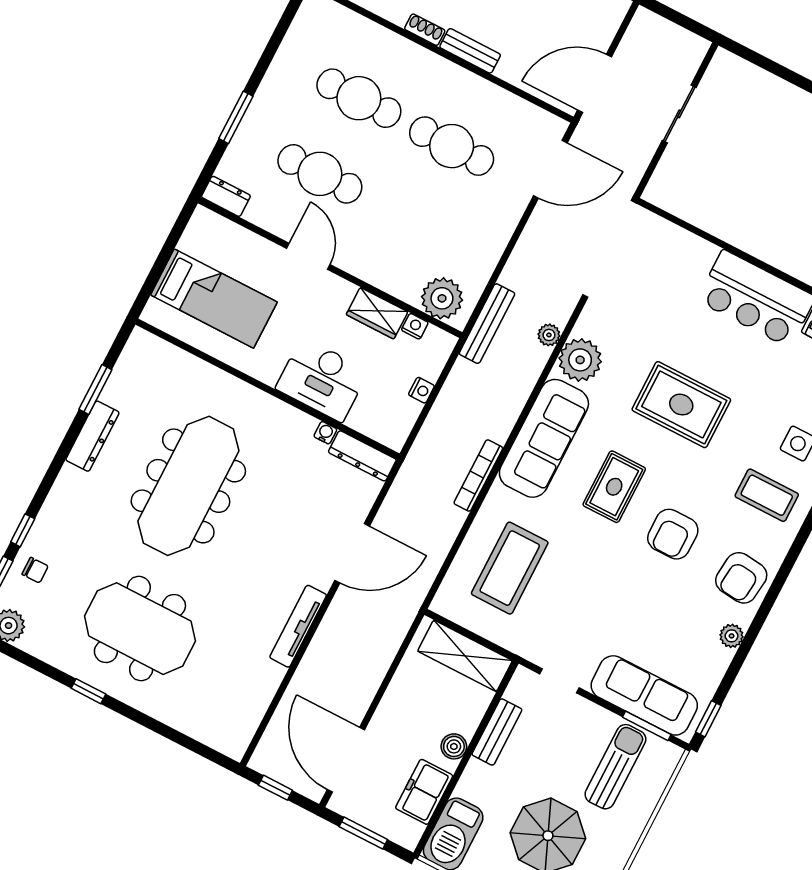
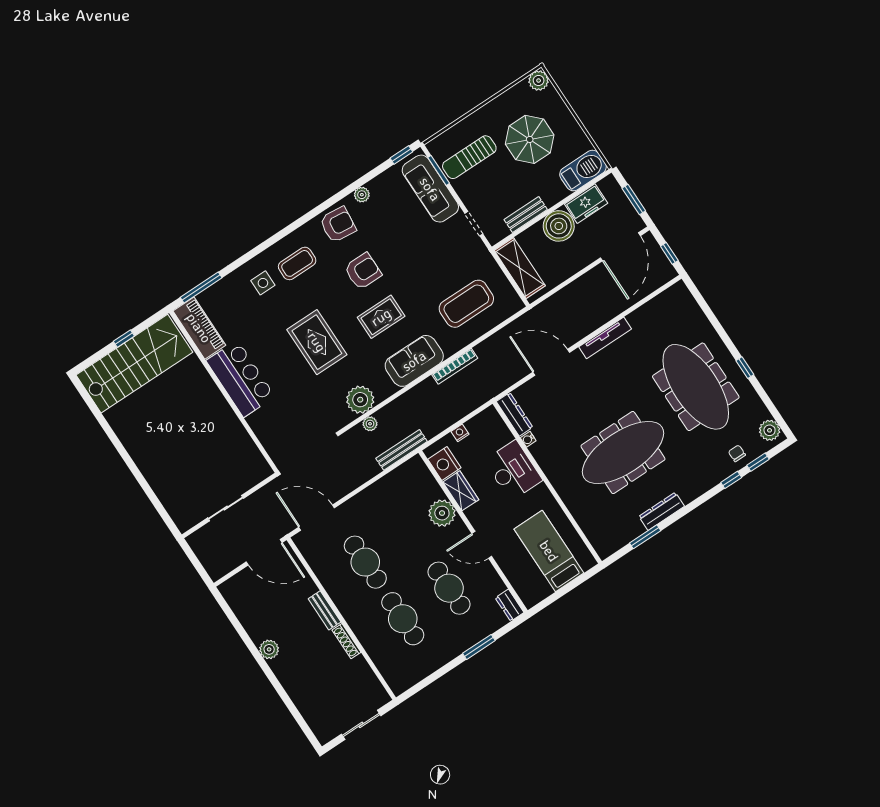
shoe rack: (425, 30) -> (346, 641), width x1.43
door: (308, 256) -> (482, 545), hinge flipped
plant: (442, 298) -> (442, 513), moved
nightstand: (415, 326) -> (444, 463), width x1.89, depth x1.79
sofa: (544, 438) -> (414, 361), width x0.73
coffee table: (767, 495) -> (297, 263), turned 90
meeting table: (140, 629) -> (696, 387), width x1.36
boiler: (454, 746) -> (559, 226), width x1.86, depth x1.86

